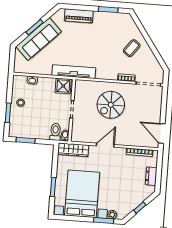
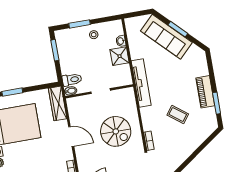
piano: (79, 16) -> (205, 92), moved
coffee table: (132, 48) -> (178, 114), moved
shower: (63, 86) -> (120, 56), moved
spiral stairs: (111, 105) -> (116, 131), turned 180

